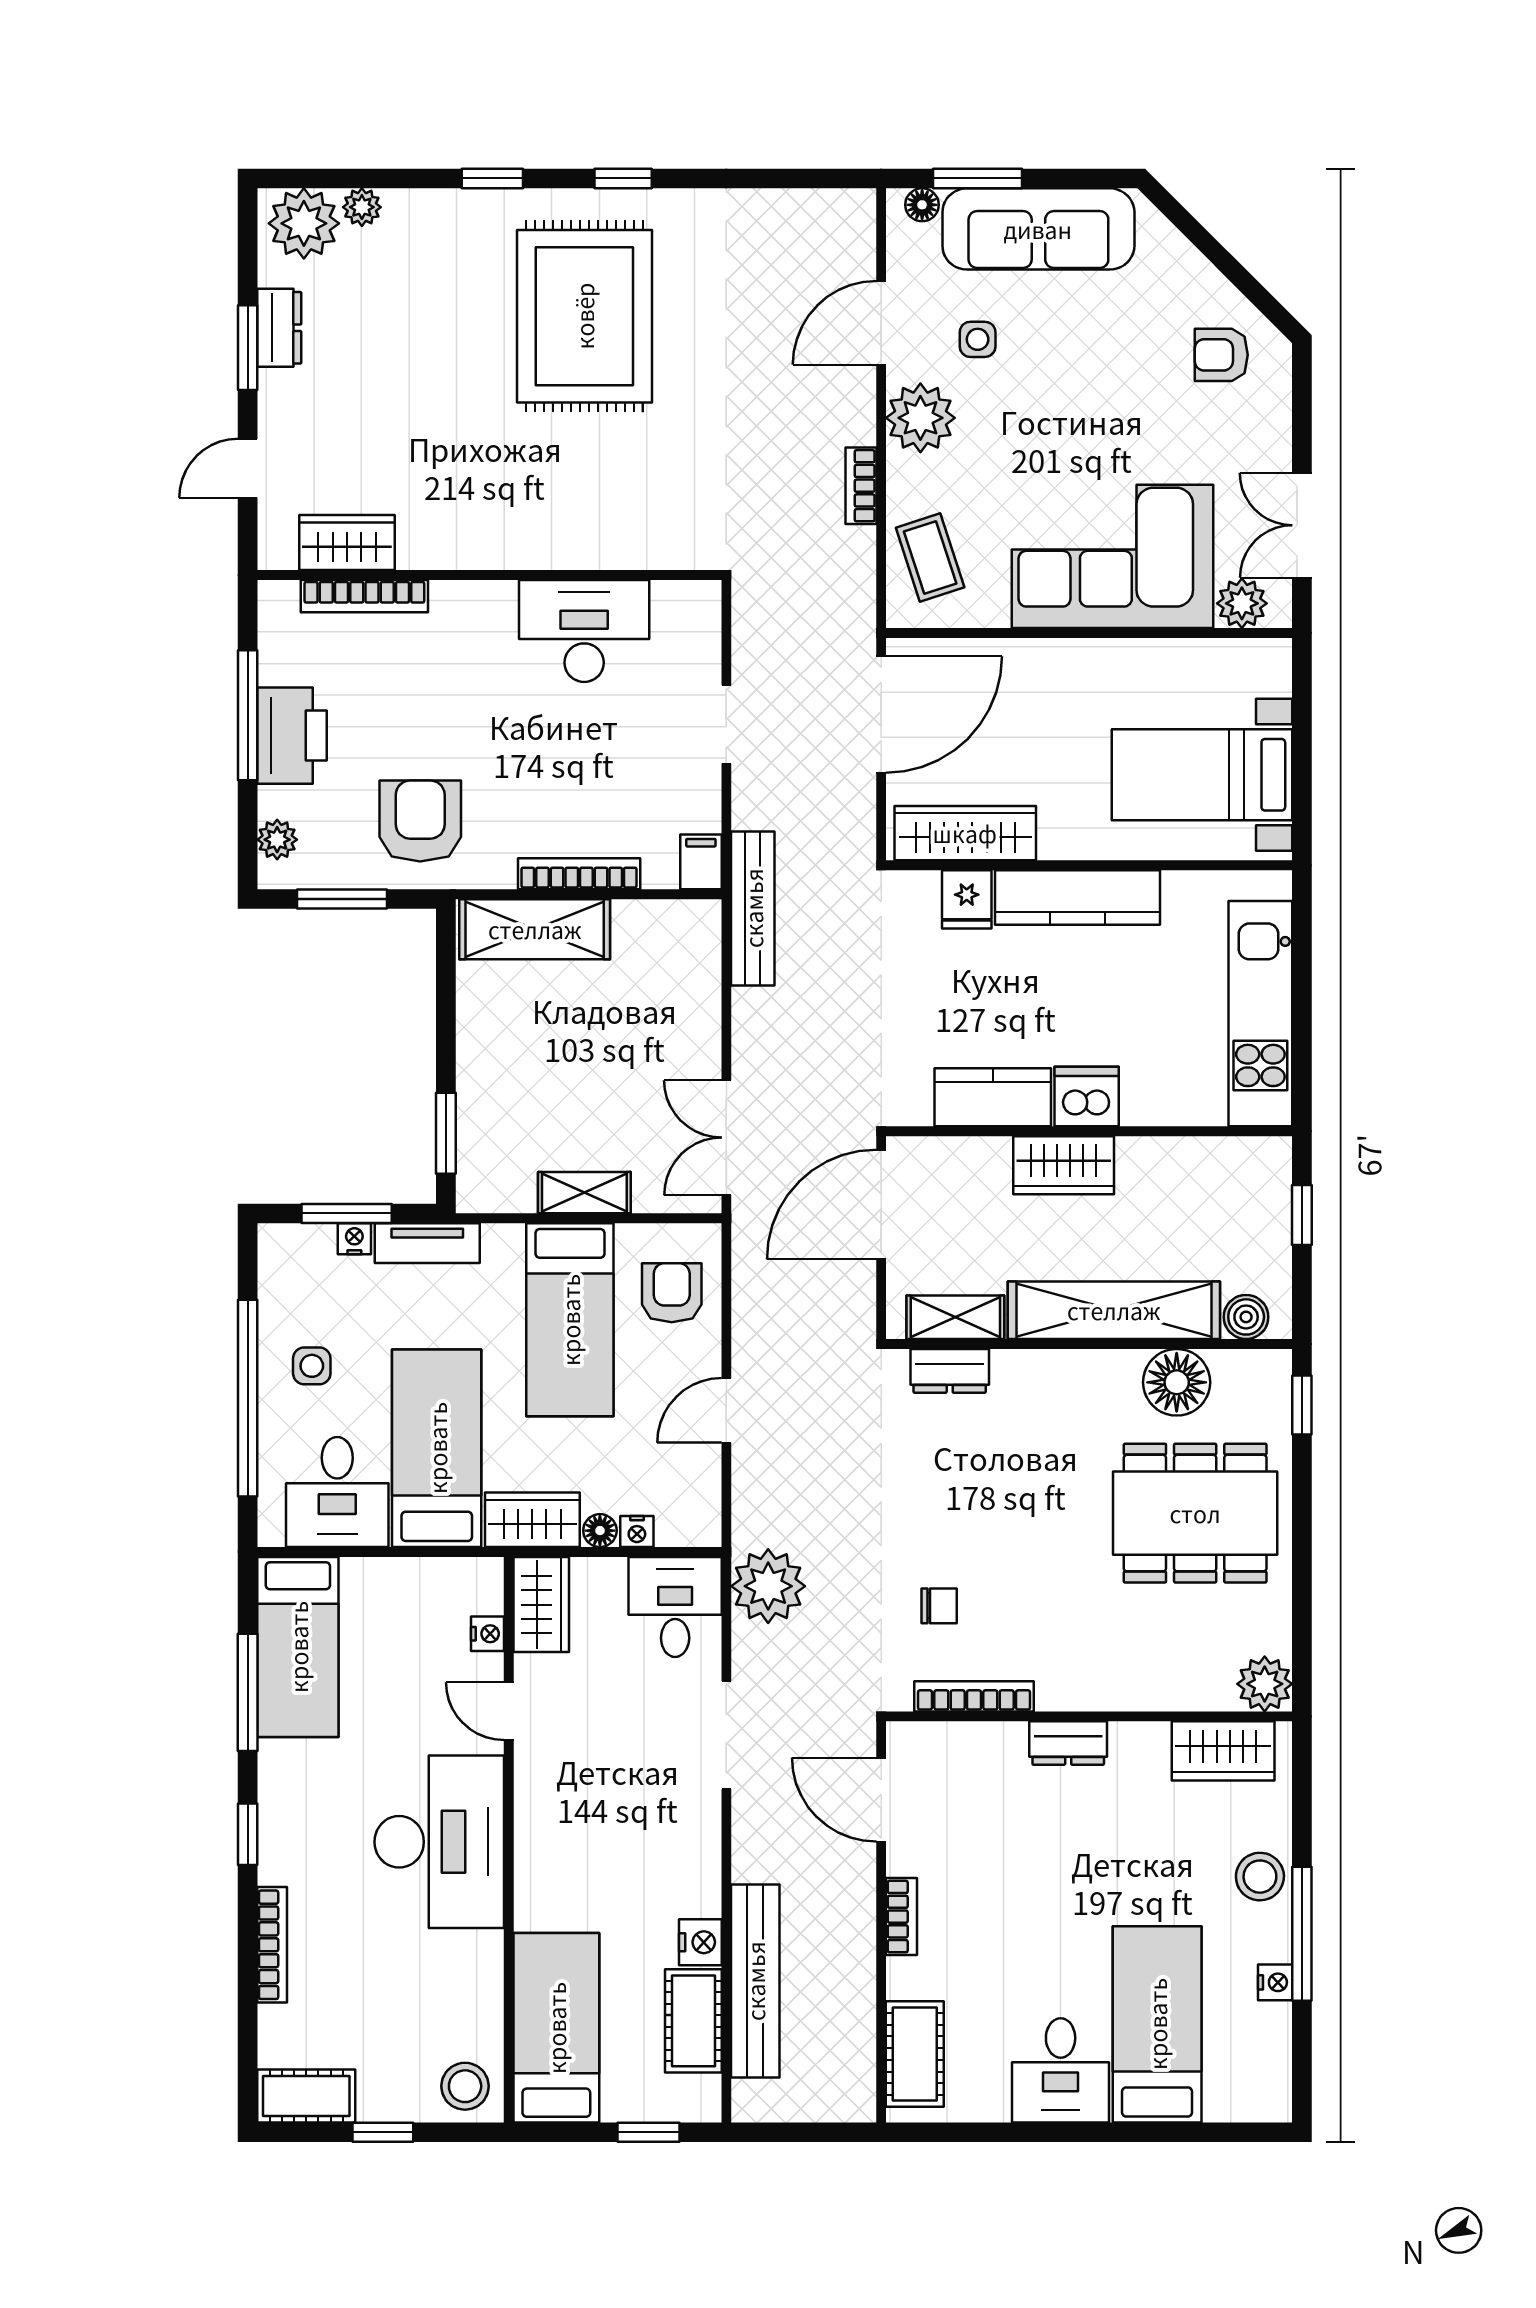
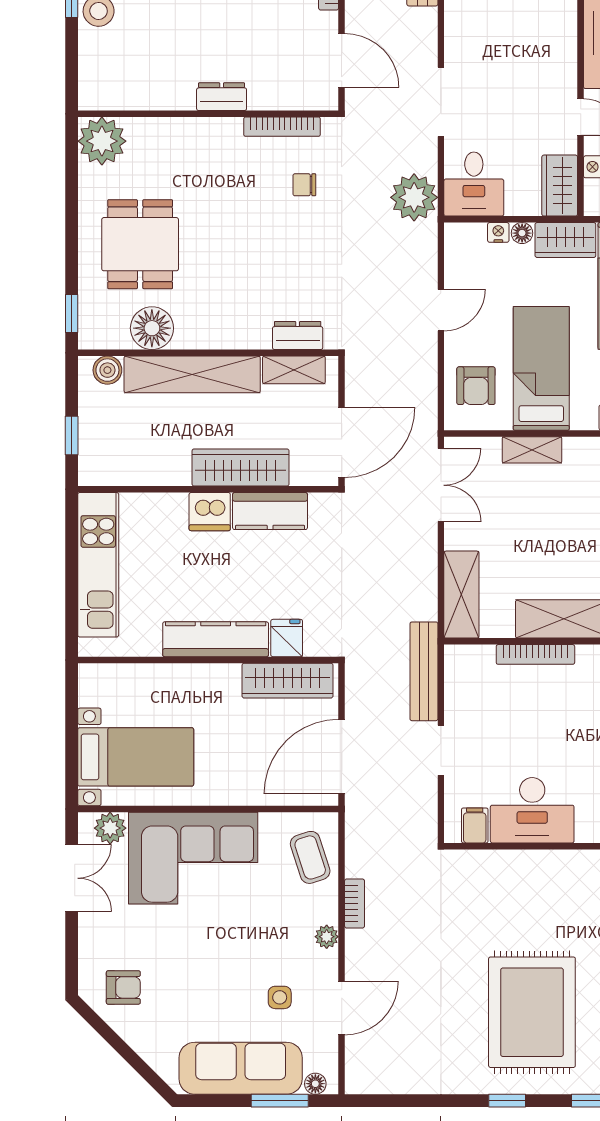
plant: (920, 418) -> (327, 937), width x0.53, depth x0.53
bed with nightstands: (1202, 775) -> (136, 757), moved
filing cabinet: (701, 862) -> (475, 825), moved, turned 180
bench: (753, 908) -> (424, 671), moved
shelving: (694, 967) -> (461, 595), added
wardrobe: (1064, 1165) -> (241, 467), width x1.50
dining table: (1195, 1513) -> (140, 244), width x0.73
plant: (1265, 1684) -> (102, 141), width x1.36, depth x1.36
wardrobe: (1223, 1751) -> (122, 92), removed

